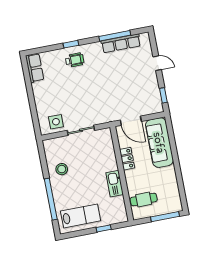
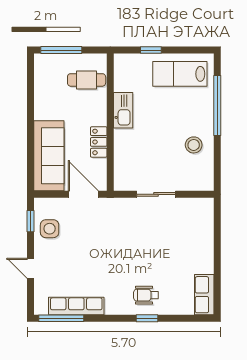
window: (115, 36) -> (61, 318), moved
side table: (56, 122) -> (50, 229), moved

